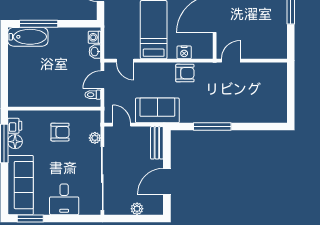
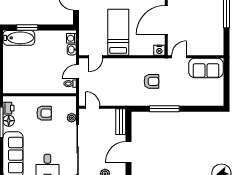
window: (39, 24) -> (27, 28), width x0.69
nightstand: (184, 52) -> (159, 50), moved
door: (125, 61) -> (96, 57), hinge flipped
armchair: (185, 73) -> (151, 81), moved
sofa: (157, 110) -> (206, 68), moved, turned 180

